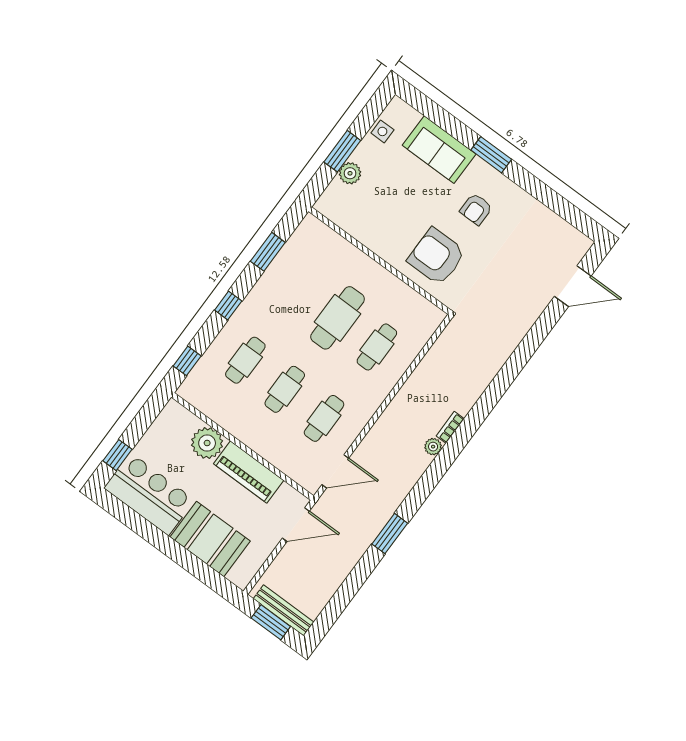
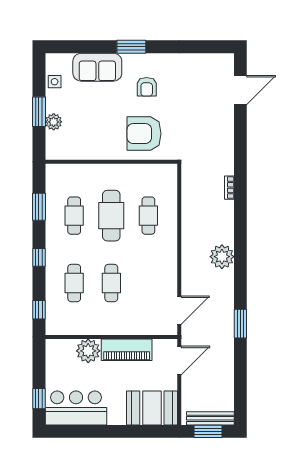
cafe table: (324, 418) -> (74, 216), moved
bookcase: (450, 427) -> (229, 188), moved
plant: (433, 447) -> (222, 257), width x1.88, depth x1.88
booth: (210, 539) -> (152, 408), moved

